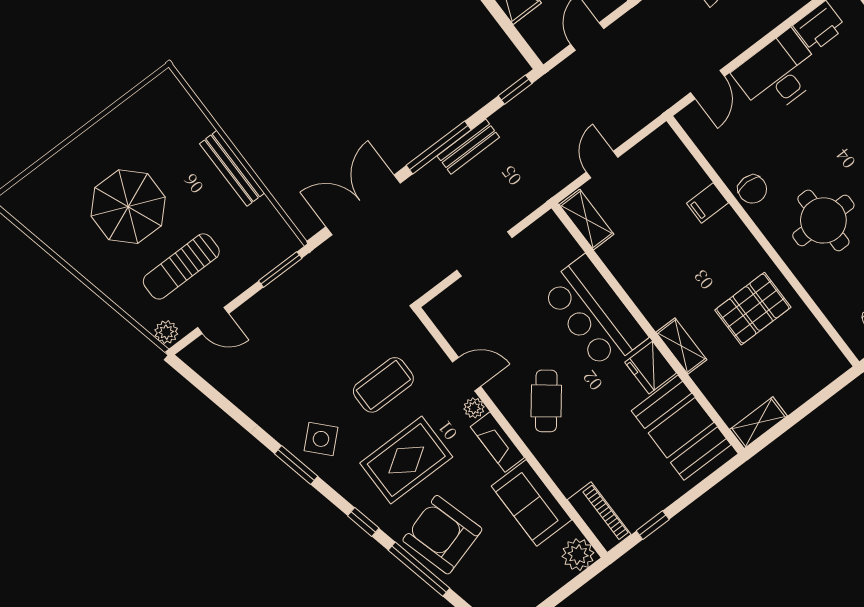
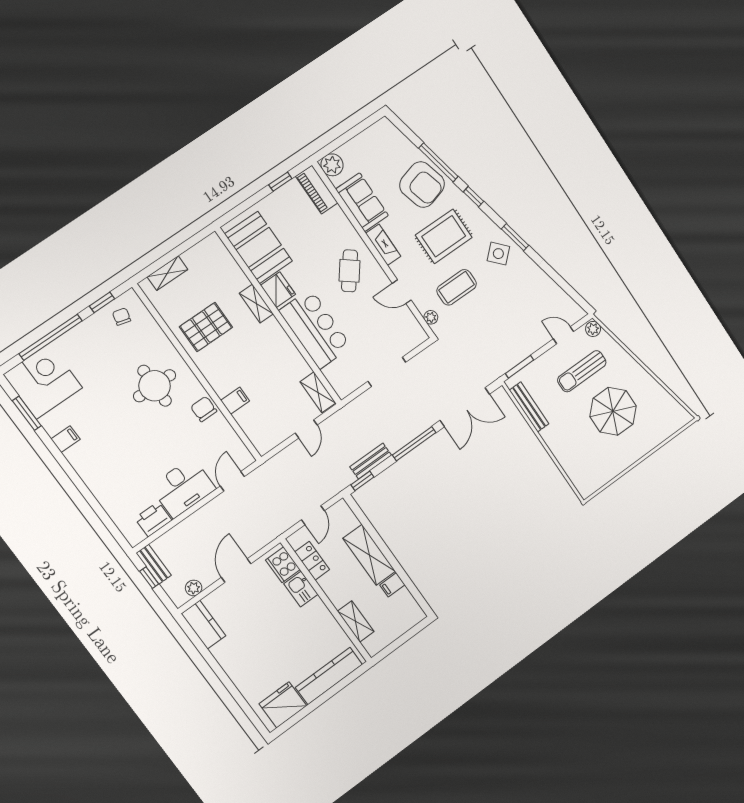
bench: (468, 147) -> (371, 461), moved
bench: (232, 168) -> (529, 407), moved
sun lounger: (181, 266) -> (582, 371), turned 180
plant: (474, 408) -> (431, 317), moved
shelving: (758, 423) -> (168, 273), moved

